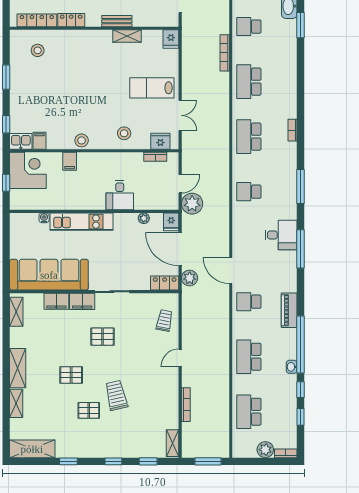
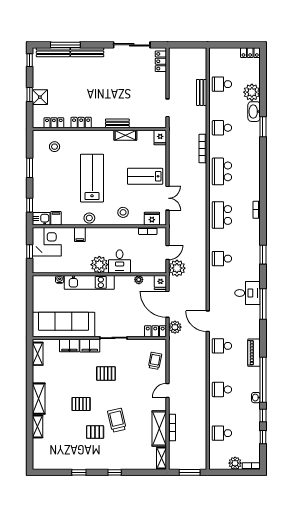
locker: (37, 20) -> (54, 123), width x0.66
lab bench: (85, 90) -> (92, 178), added
window: (301, 187) -> (263, 255), width x0.69
plant: (94, 199) -> (99, 265), added
school desk: (249, 357) -> (222, 389), width x0.54
school desk: (249, 412) -> (222, 433), width x0.54
shelving: (32, 449) -> (159, 429), moved, turned 90
window: (148, 461) -> (142, 472), removed

